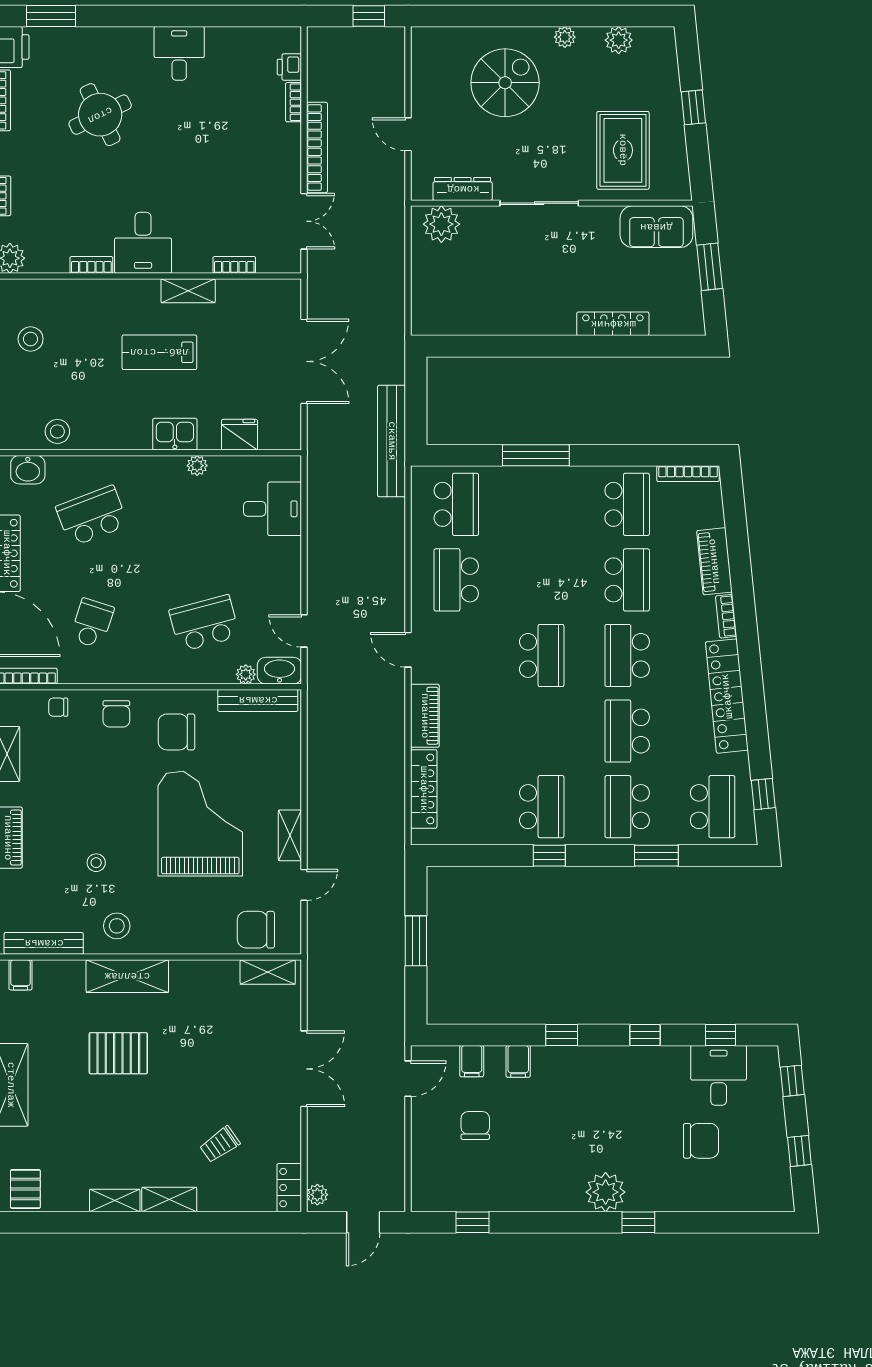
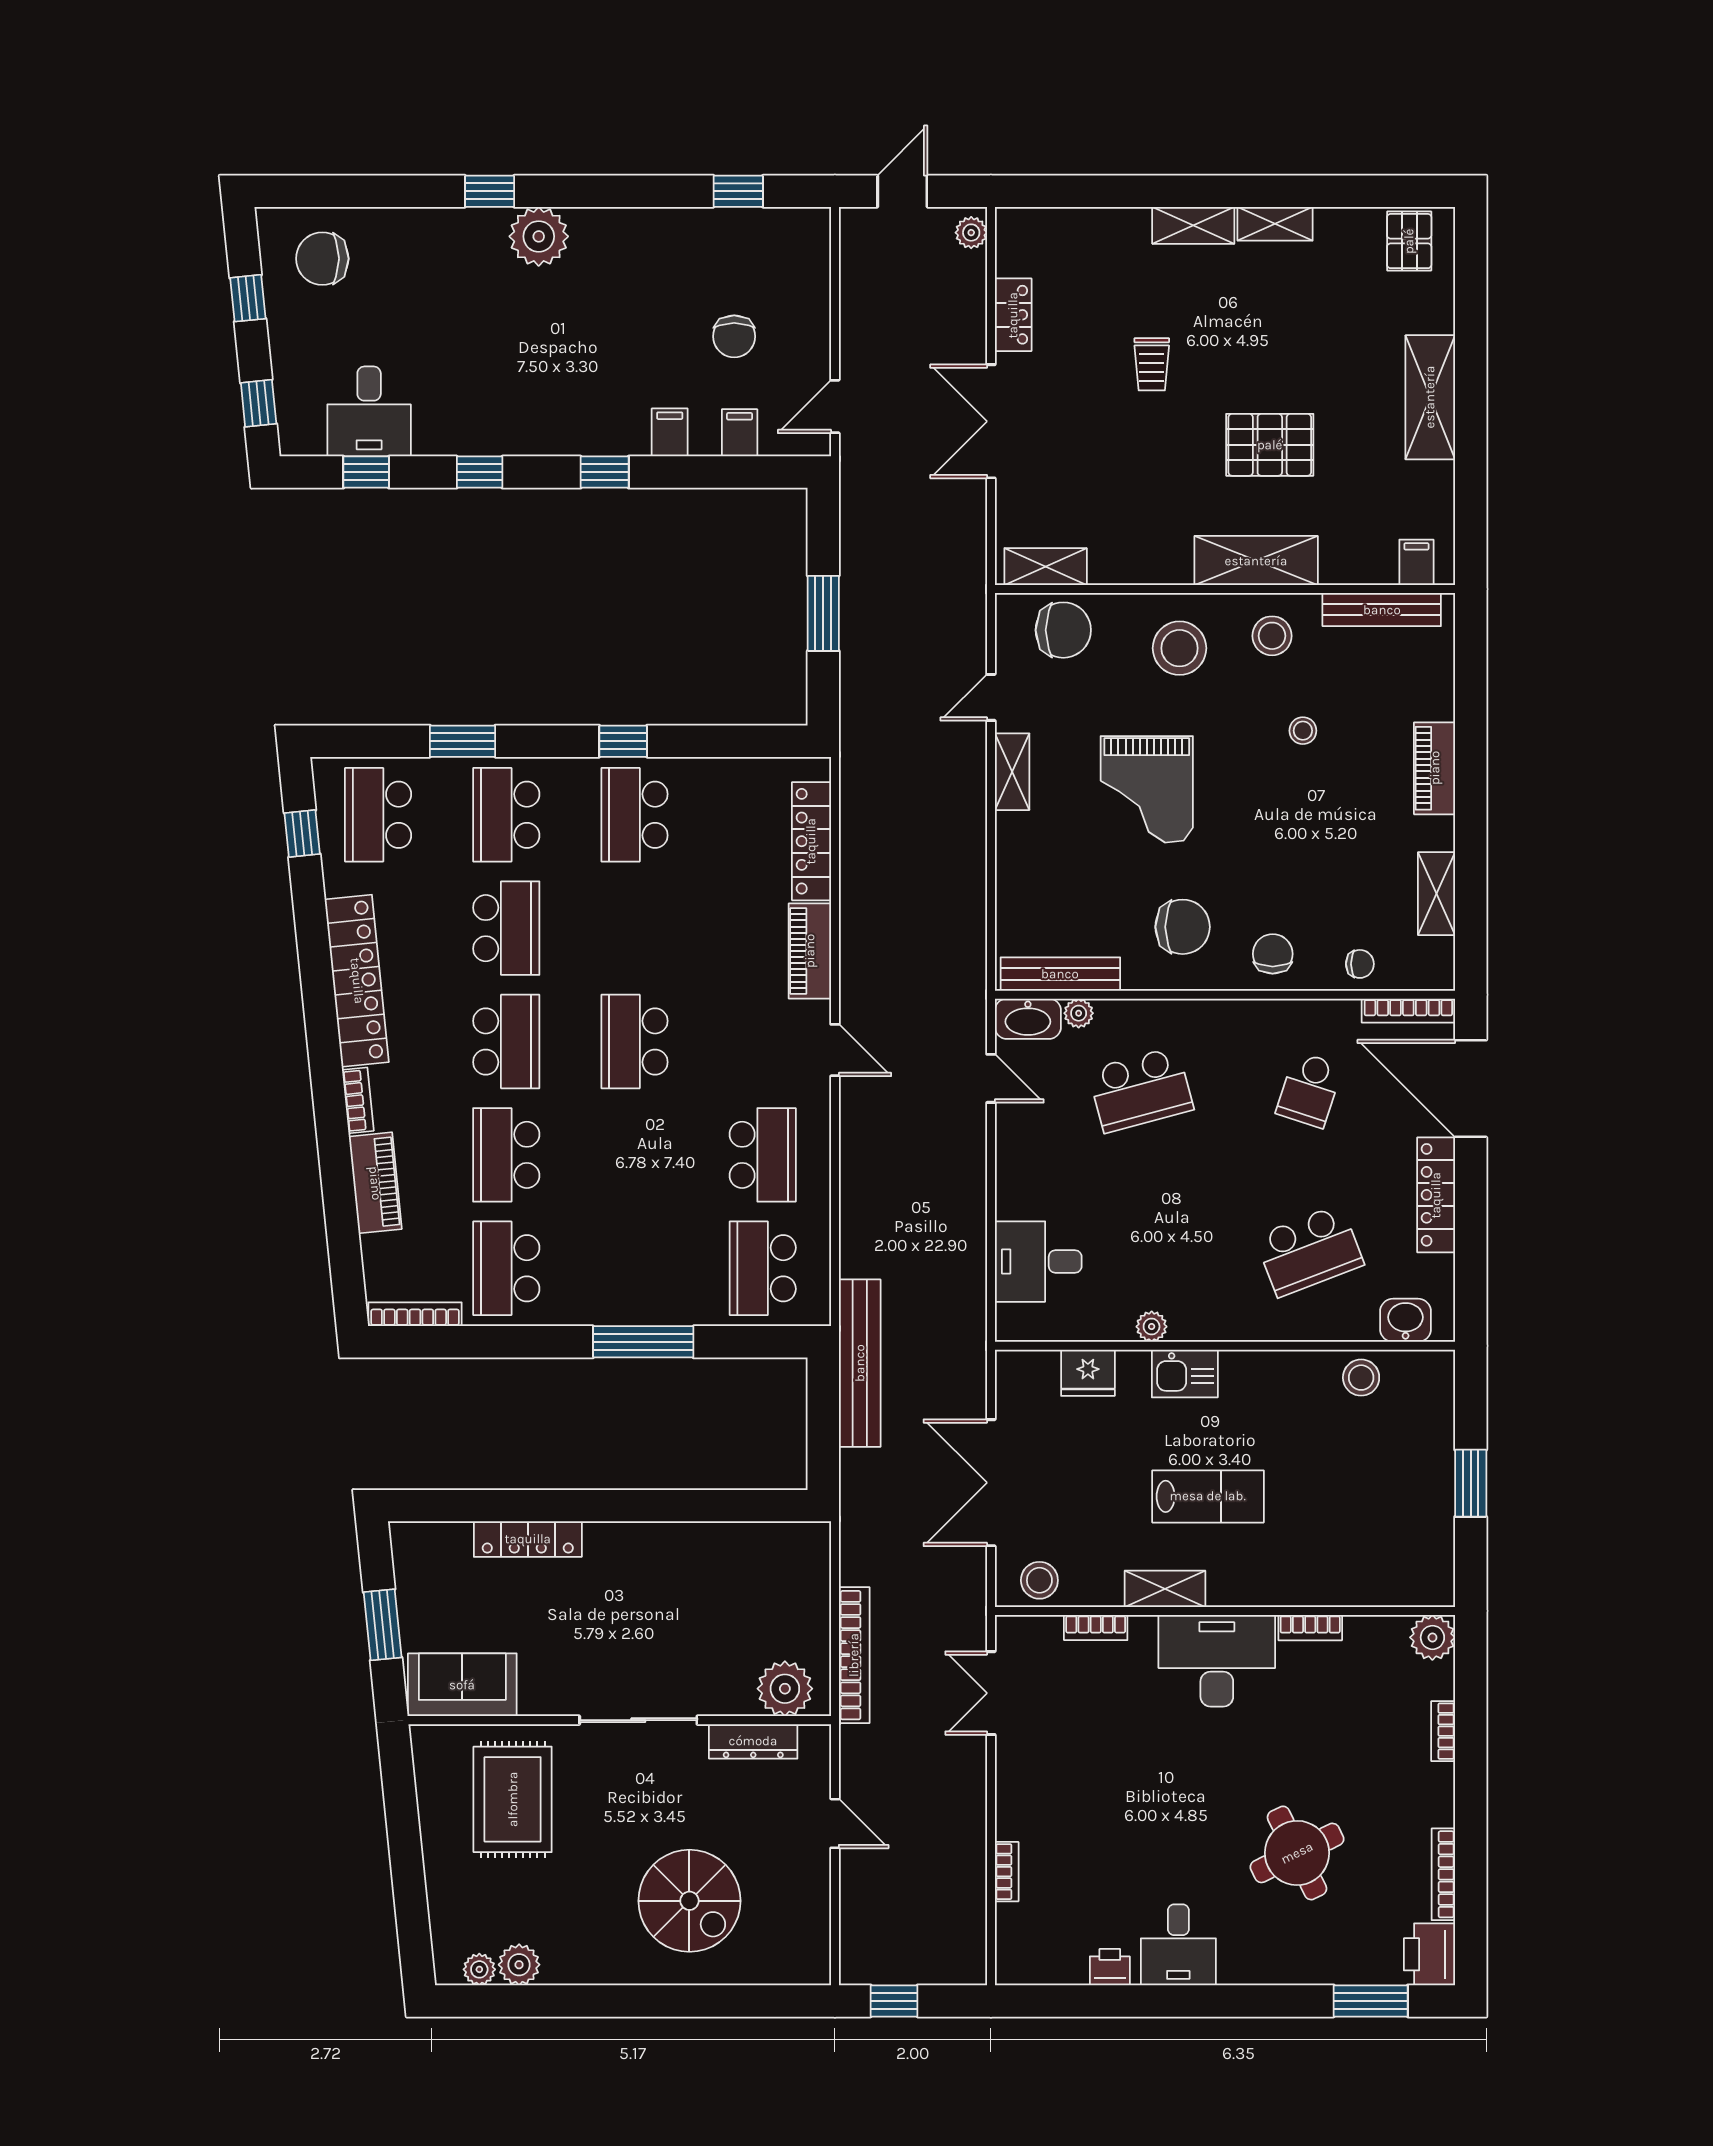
plant: (565, 37) -> (479, 1969), moved
printer: (289, 67) -> (1110, 1967), moved, turned -90
spiral stairs: (505, 83) -> (689, 1901), turned -90
window: (693, 107) -> (407, 1864), removed
bookcase: (317, 148) -> (854, 1655), moved, turned 180
desk: (143, 243) -> (1217, 1661), width x1.37
stool: (31, 339) -> (1039, 1580), moved
school desk: (627, 807) -> (506, 815), turned 180
grand piano: (200, 824) -> (1147, 789), width x0.73, depth x0.68
stool: (178, 918) -> (1179, 648), added
chair: (701, 1141) -> (322, 259), moved
trolley: (220, 1144) -> (1152, 364), moved, turned 125
locker: (289, 1188) -> (1013, 315), moved

